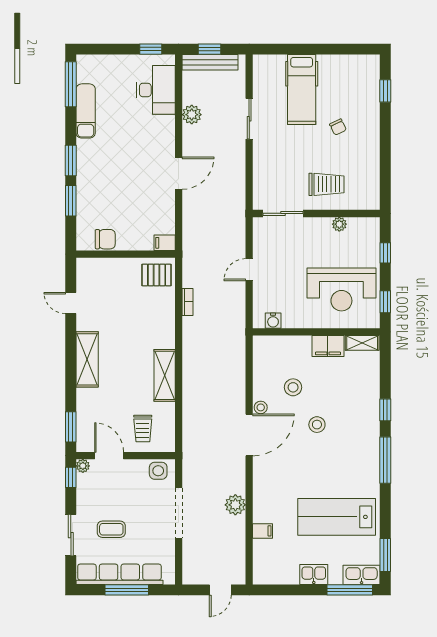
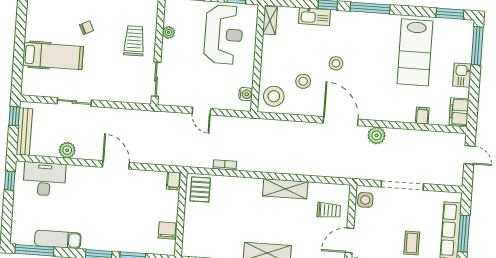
window: (210, 49) -> (14, 116), moved
filing cabinet: (328, 346) -> (459, 112), moved, turned 180
stool: (261, 407) -> (274, 96), moved, width x1.89, depth x1.89
plant: (235, 505) -> (377, 135), moved
kitchen sink: (362, 575) -> (314, 17), moved, turned -90

